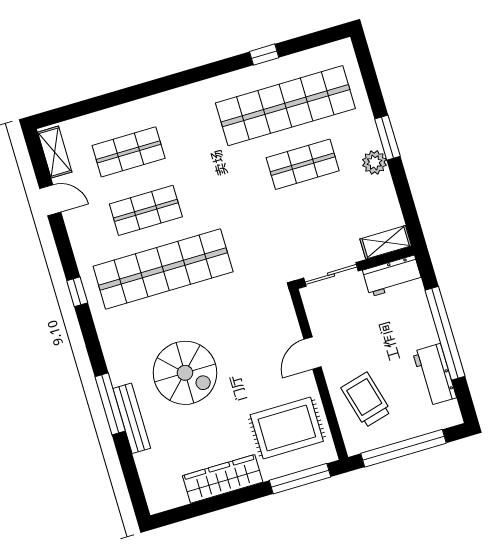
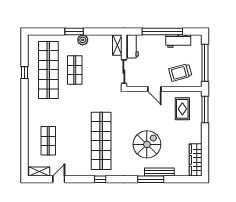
shop shelf: (146, 210) -> (75, 141), removed
rug: (287, 428) -> (182, 109), width x0.73, depth x0.70
wardrobe: (223, 479) -> (196, 160), moved

